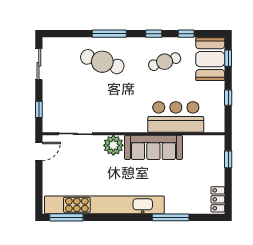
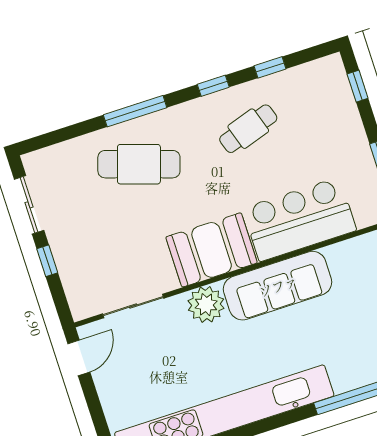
booth: (210, 59) -> (212, 250), moved, turned 90
window: (39, 109) -> (47, 261), moved

